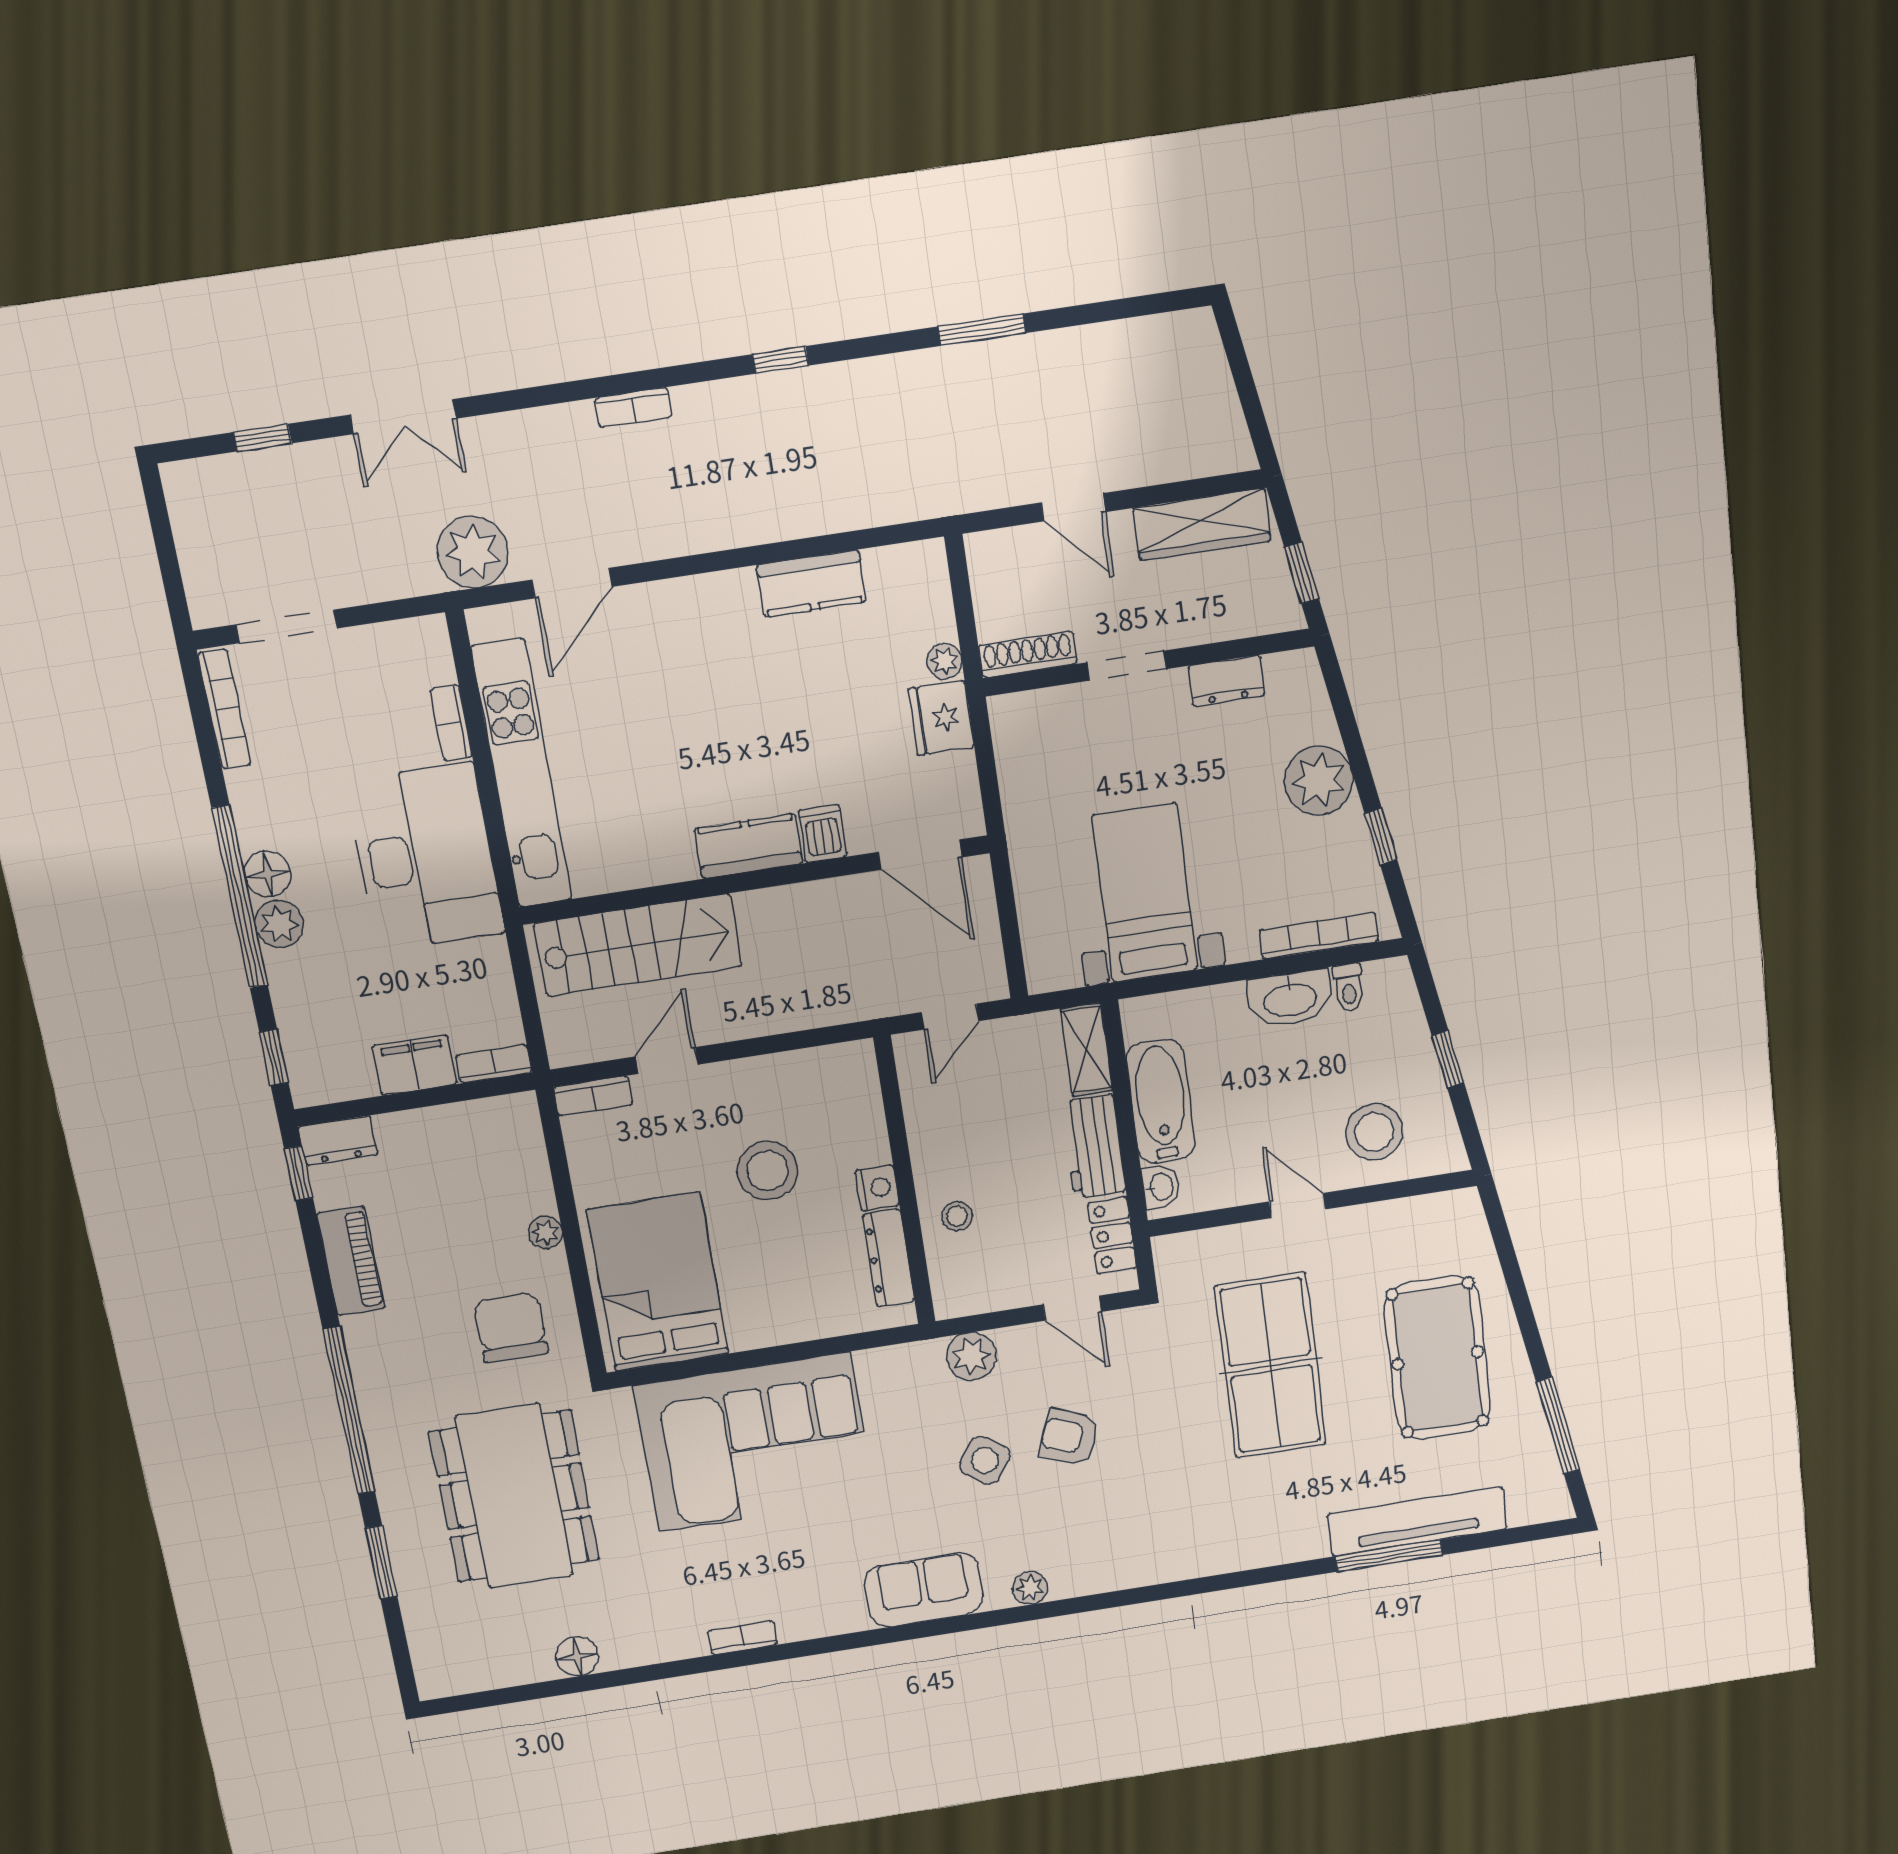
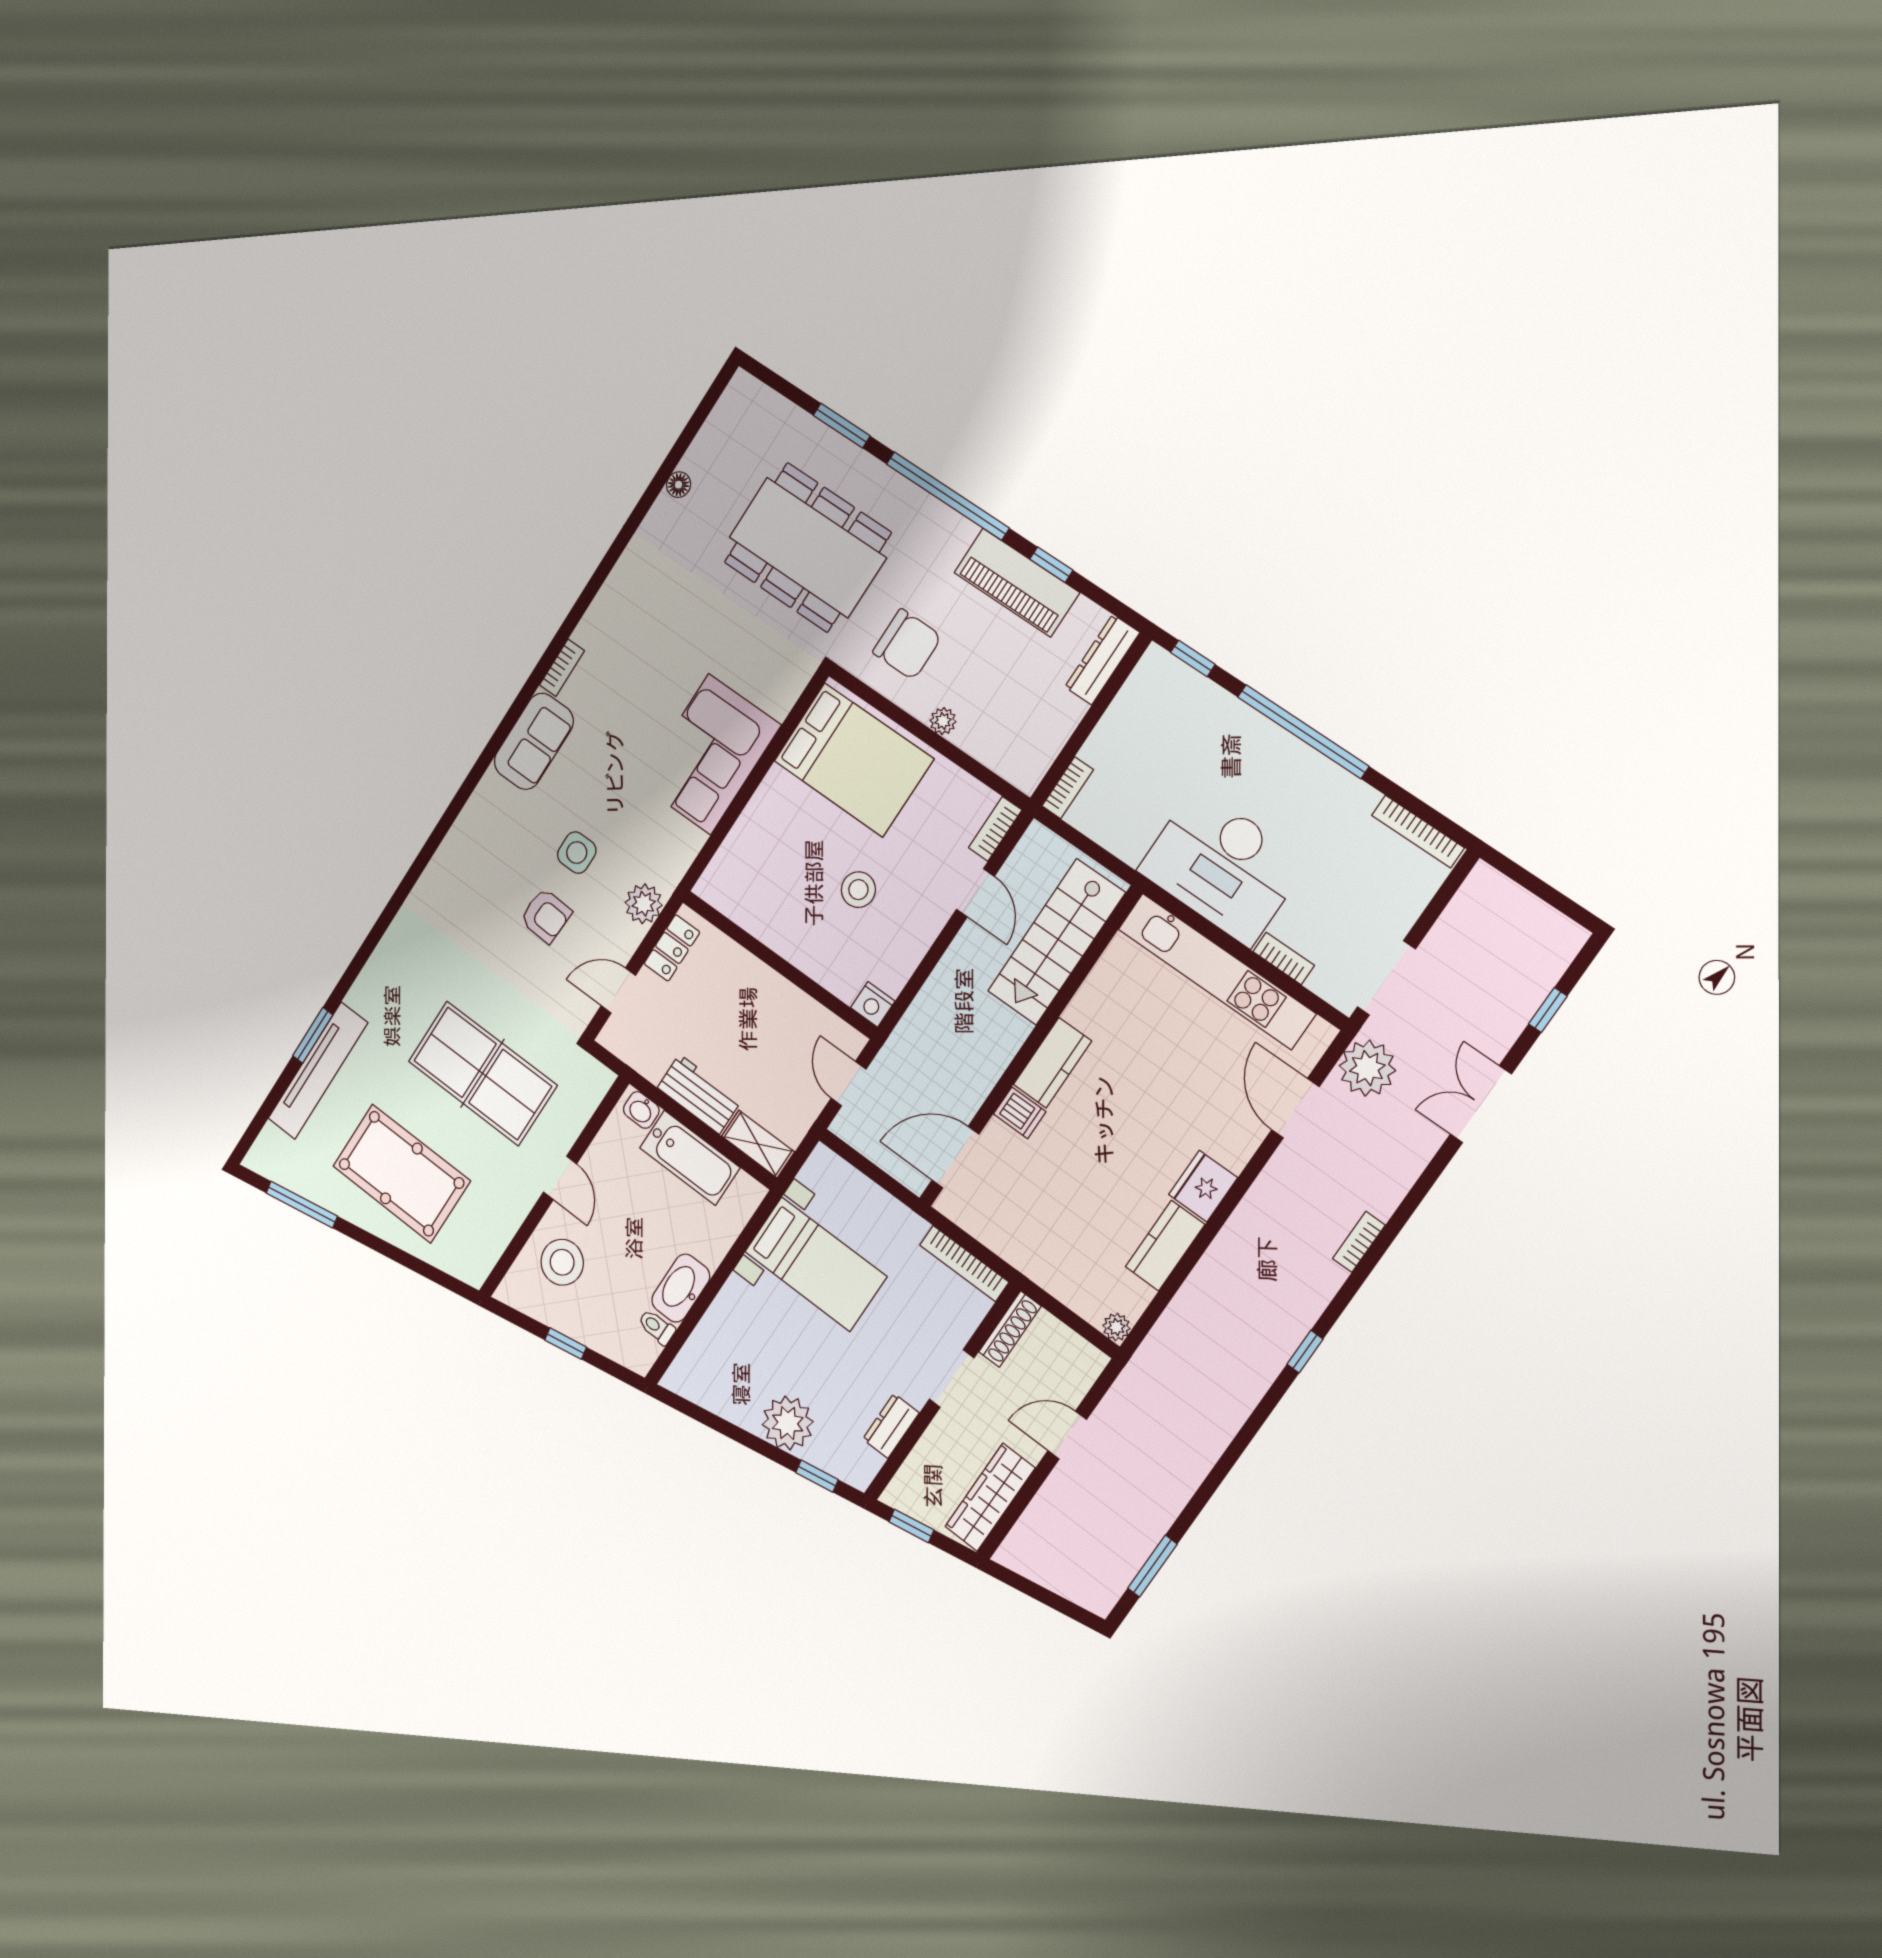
window: (982, 330) -> (1152, 1566), moved
doorway: (287, 626) -> (1386, 978), moved
plant: (944, 661) -> (1116, 1327), moved
fridge: (941, 718) -> (1203, 1186), moved, turned -90
window: (1381, 836) -> (817, 1476), moved
floor lamp: (268, 874) -> (1301, 762), removed
plant: (279, 924) -> (1266, 740), removed
bookcase: (1319, 936) -> (964, 1263), moved, turned 90
filing cabinet: (415, 1065) -> (1110, 739), removed
dresser: (338, 1141) -> (1102, 660), width x1.44
stool: (768, 1171) -> (858, 890), width x0.73, depth x0.73
window: (299, 1173) -> (1051, 565), moved
nightstand: (877, 1188) -> (873, 1004), moved
door: (1297, 1205) -> (560, 1178), hinge flipped
stool: (957, 1216) -> (732, 975), removed
locker: (1112, 1235) -> (672, 948), moved, turned 90
dresser: (889, 1258) -> (744, 911), removed
piano: (351, 1261) -> (1017, 582), width x1.37, depth x1.33
armchair: (1069, 1437) -> (546, 916), turned 71
corner sofa: (754, 1442) -> (710, 754), width x0.73, depth x0.74
side table: (985, 1460) -> (577, 853), turned -35
window: (1389, 1556) -> (313, 1035), width x0.69
plant: (1030, 1588) -> (479, 806), removed
bookcase: (742, 1638) -> (562, 668), moved
floor lamp: (577, 1656) -> (679, 485), width x0.73, depth x0.73

